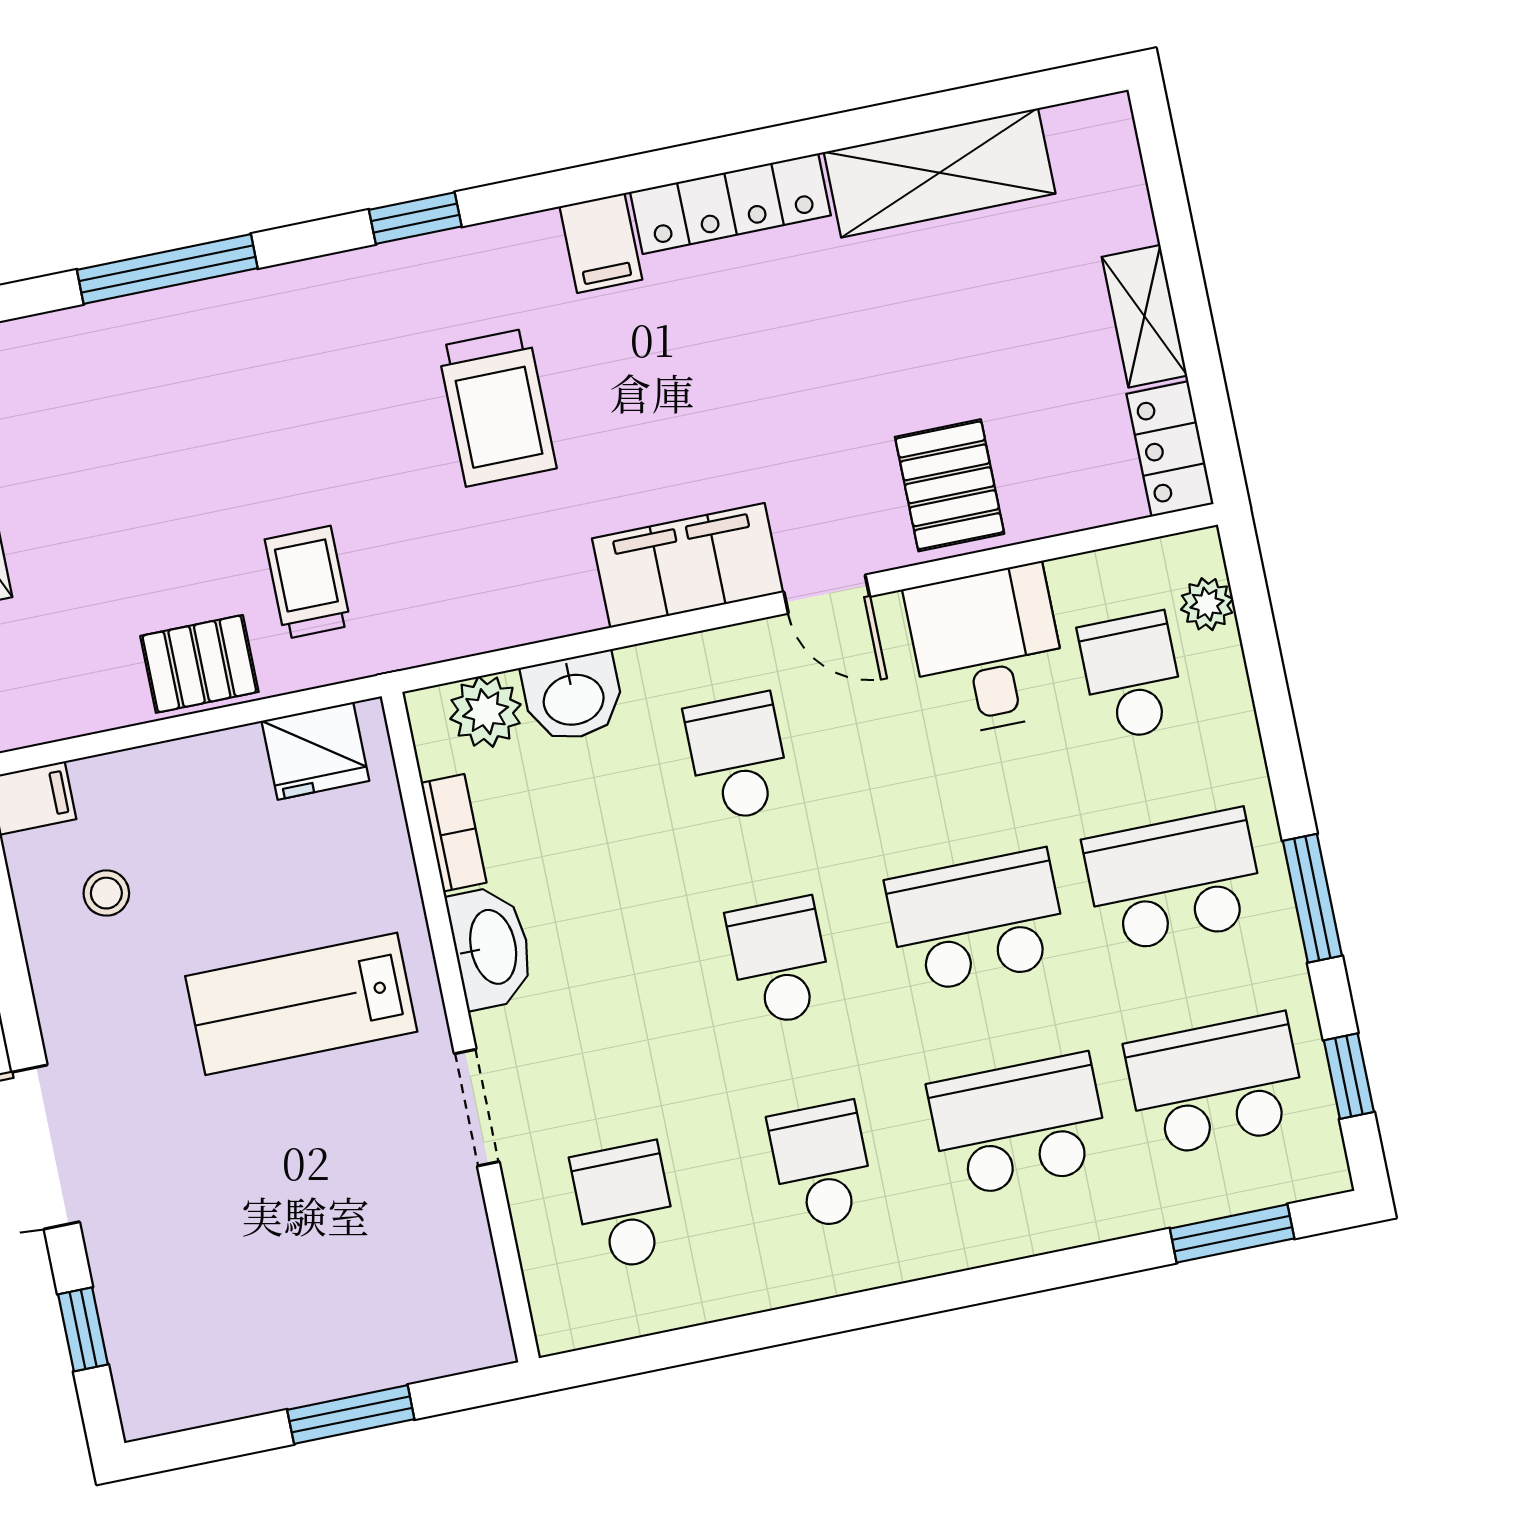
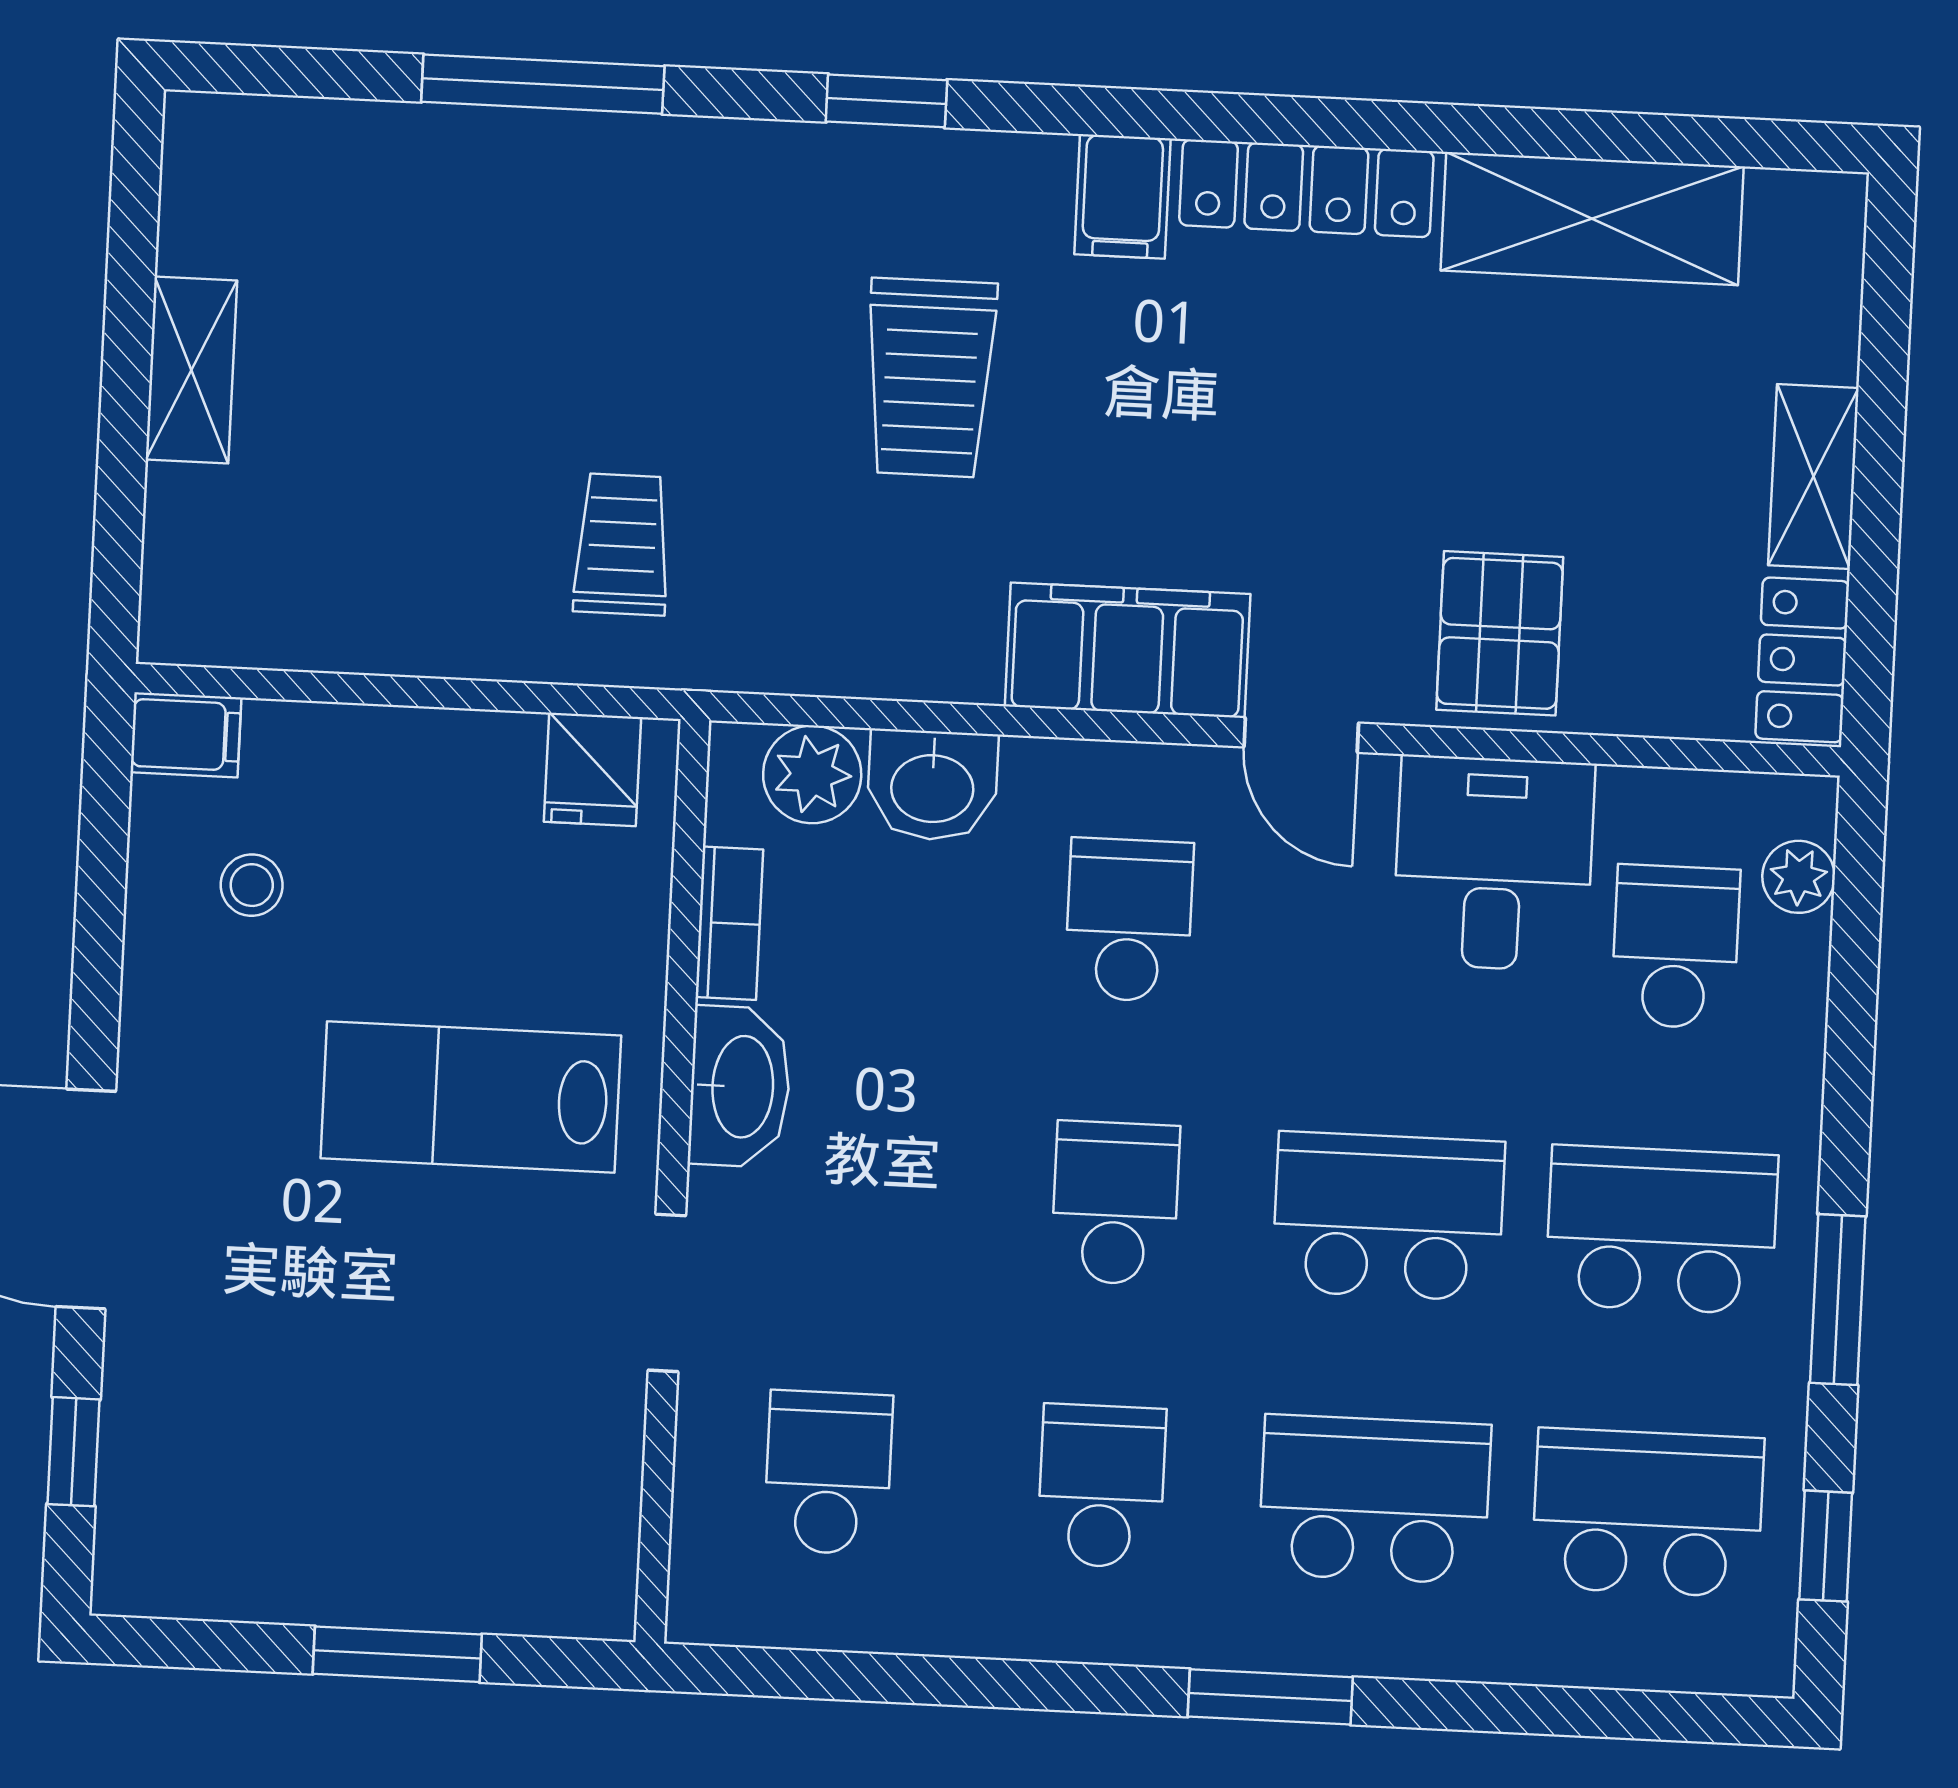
pallet: (199, 664) -> (452, 615), removed
fridge: (315, 751) -> (593, 769), width x0.72
window: (1232, 1234) -> (1270, 1697), moved

